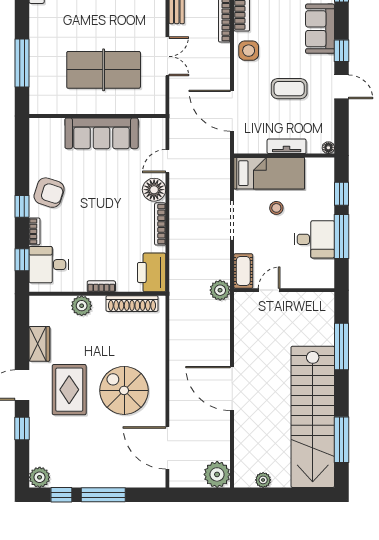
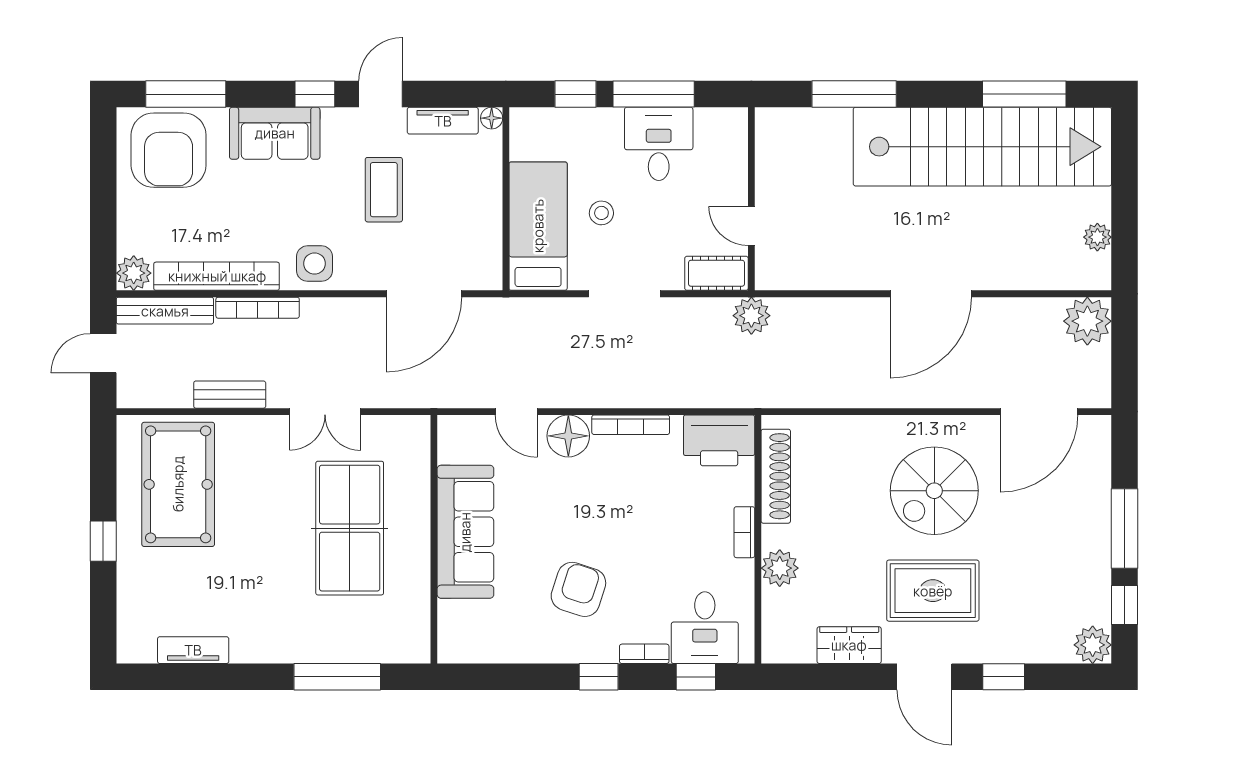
double door: (167, 56) -> (325, 412), swing flipped
tv unit: (287, 146) -> (443, 121), moved, turned -90
armchair: (49, 193) -> (578, 589), moved

